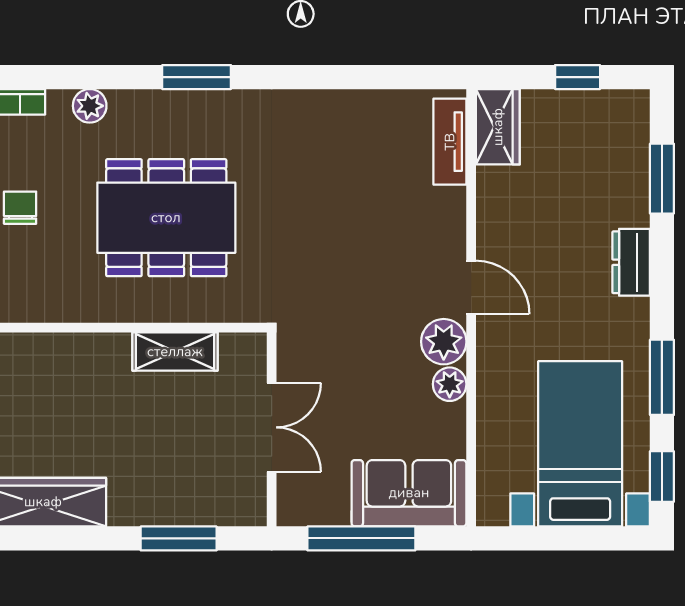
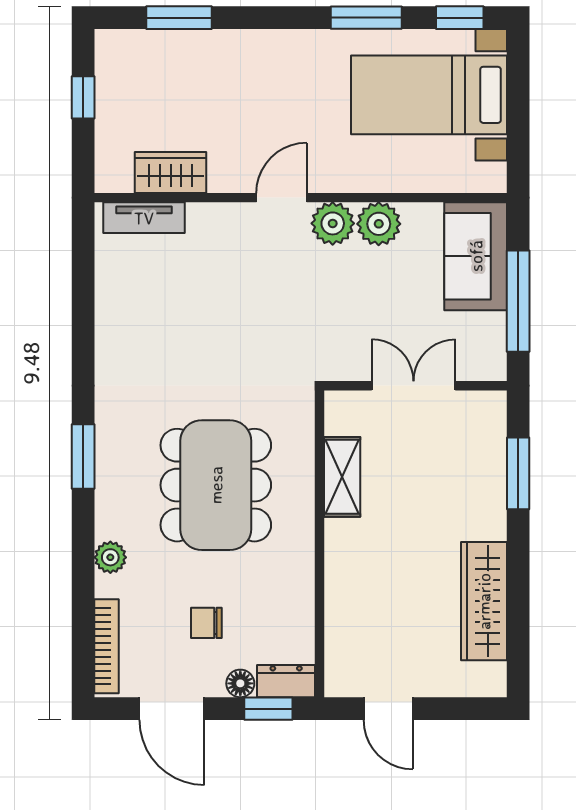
wardrobe: (498, 127) -> (171, 172), moved
dresser: (631, 262) -> (258, 47), removed
plant: (450, 384) -> (379, 224), width x1.38, depth x1.38

